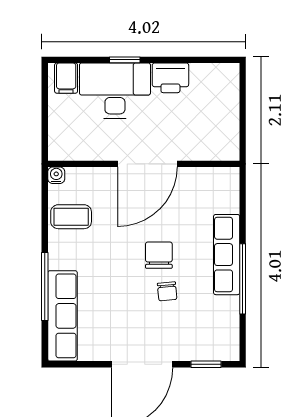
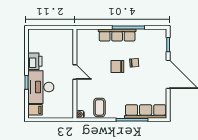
door: (147, 164) -> (75, 72), width x0.53

